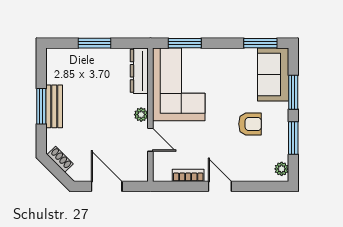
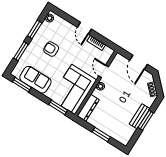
sofa: (273, 74) -> (35, 80), moved, turned -90

